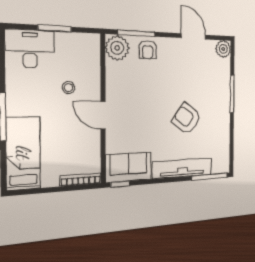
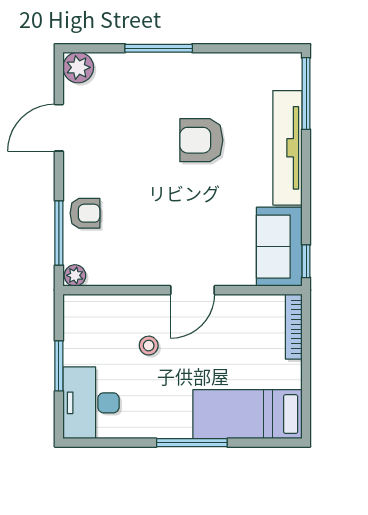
plant: (117, 48) -> (75, 275), width x0.53, depth x0.53
armchair: (187, 119) -> (201, 140), turned 54

